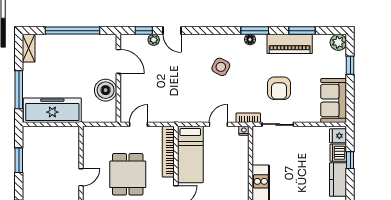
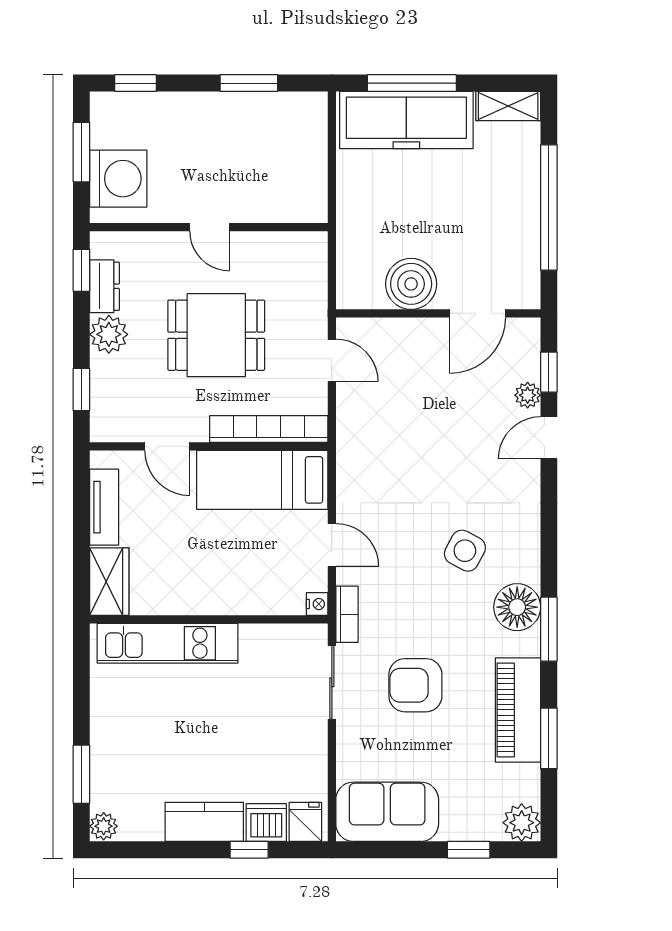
floor lamp: (250, 40) -> (517, 607), width x1.89, depth x1.89
freezer: (52, 110) -> (406, 120), moved, turned 90

